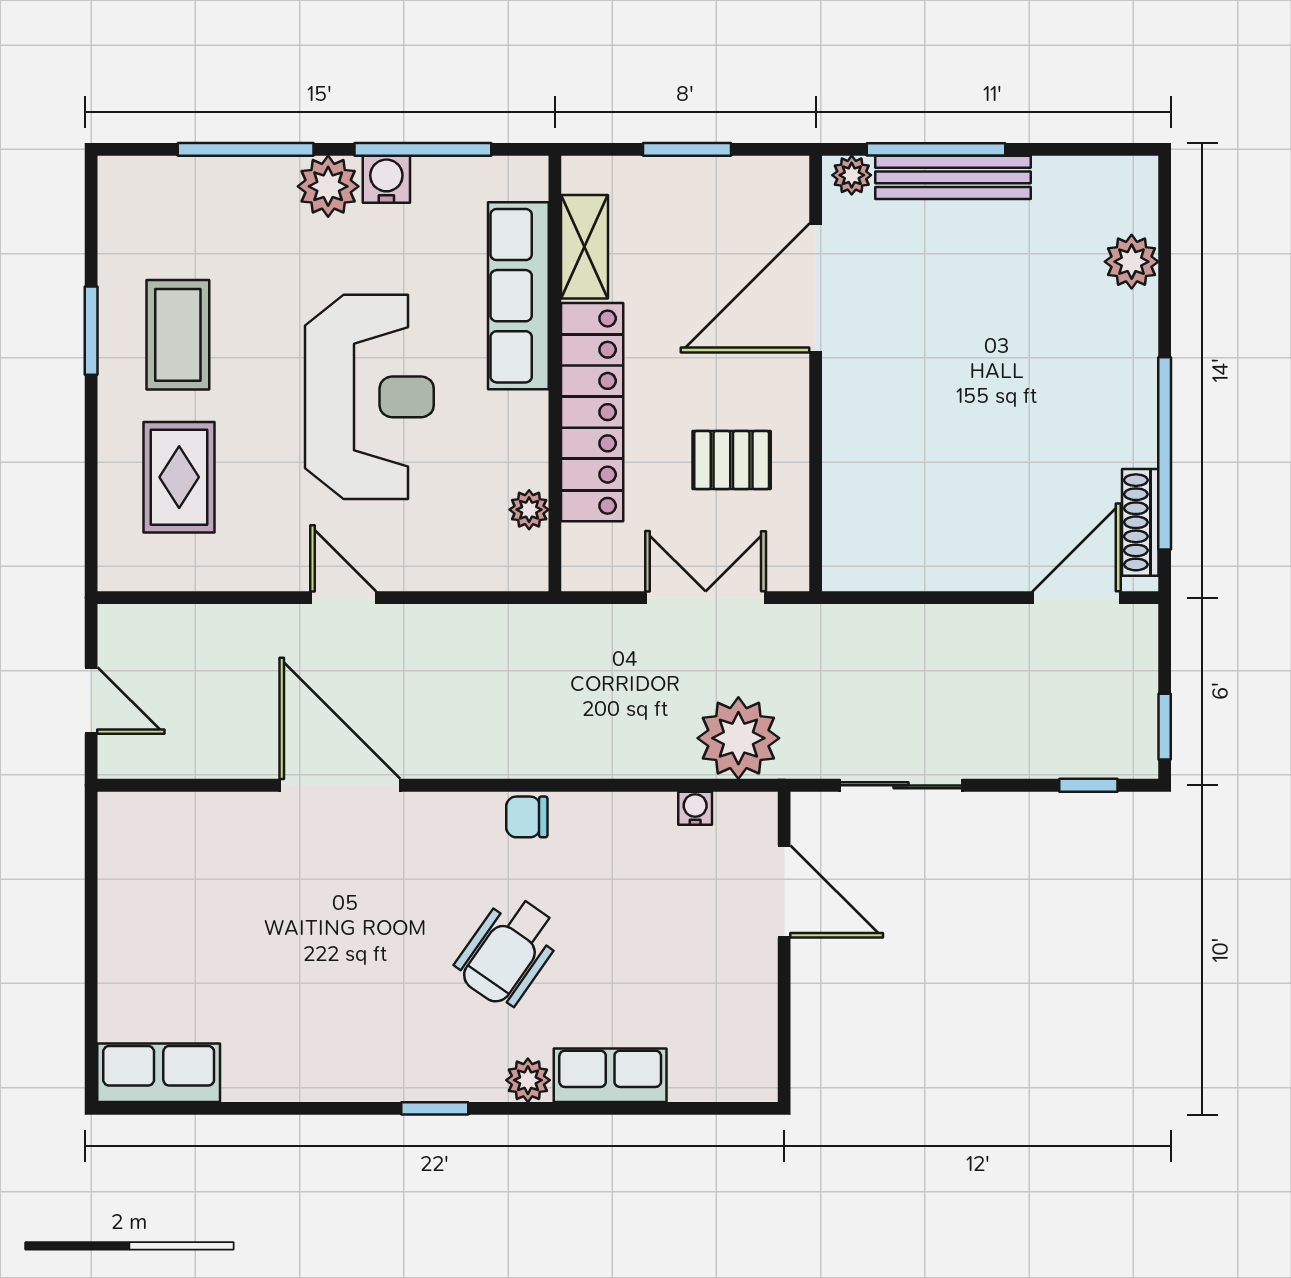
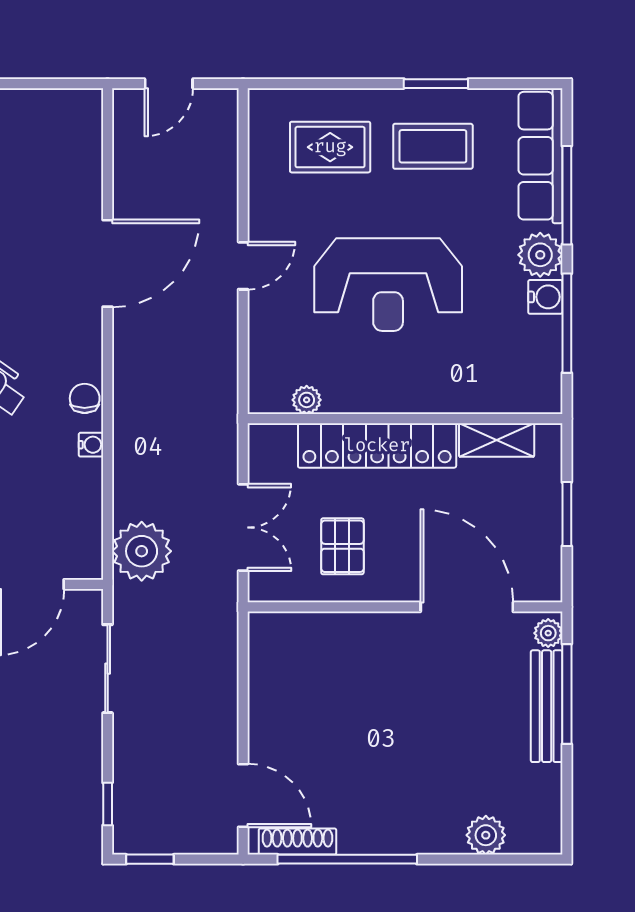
row of seats: (518, 296) -> (540, 156), moved, turned -90
water cooler: (695, 808) -> (91, 445), moved

